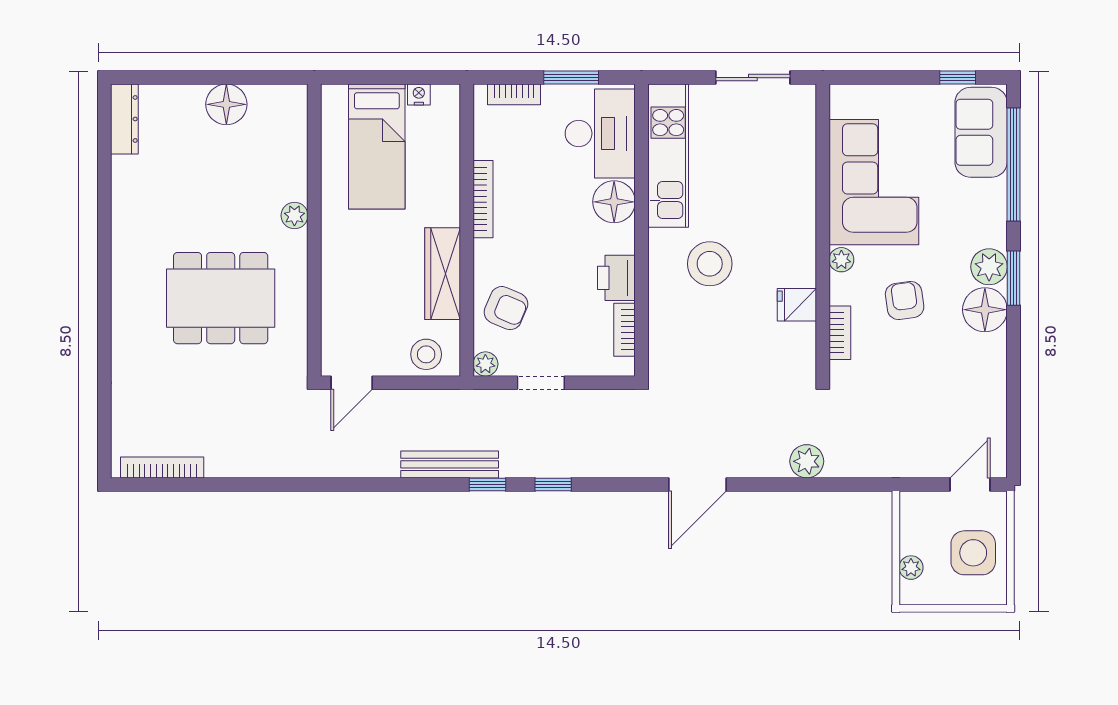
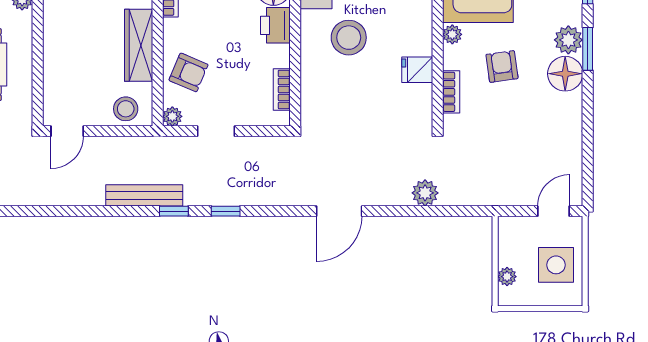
printer: (616, 278) -> (275, 25), moved

